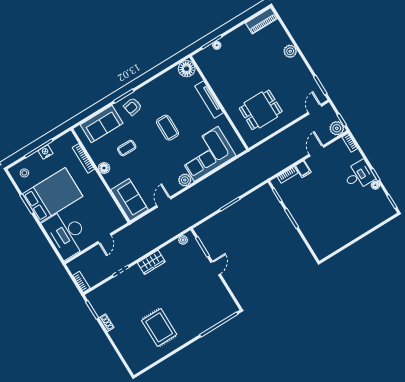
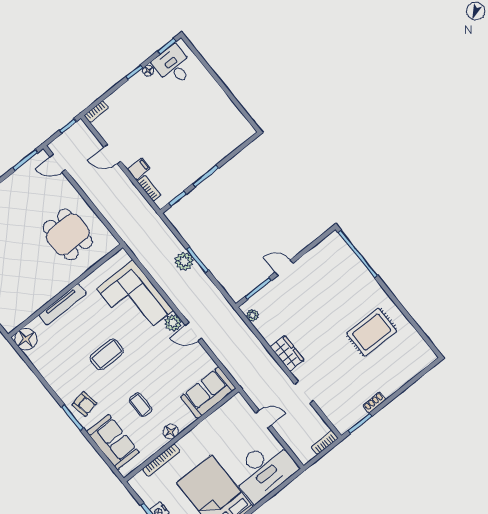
plant: (337, 128) -> (184, 261), moved
desk: (359, 175) -> (173, 66), moved
door: (164, 202) -> (193, 332), moved

